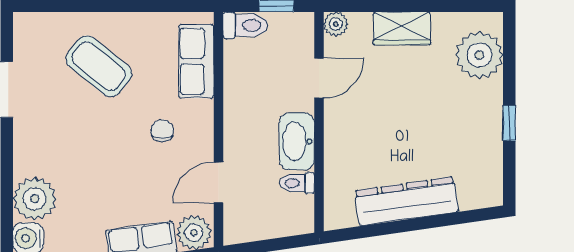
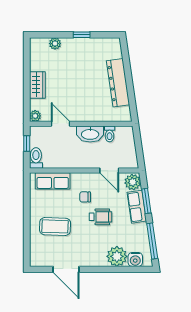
plant: (479, 55) -> (55, 44), width x0.53, depth x0.53
coffee table: (99, 66) -> (55, 226), turned 53
wheelchair: (119, 164) -> (101, 217), added

